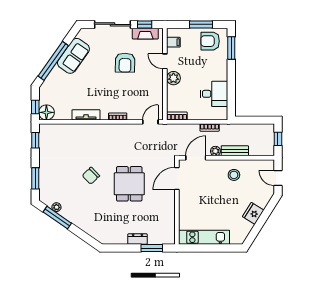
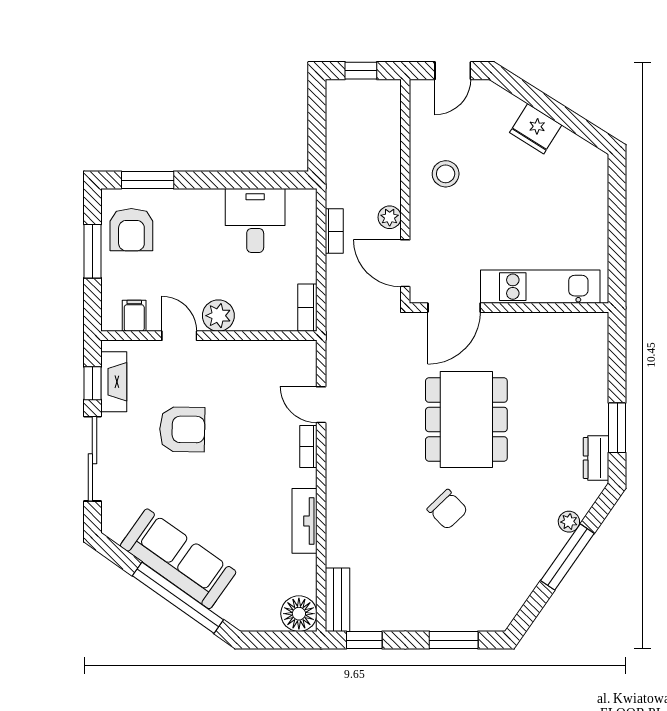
sofa: (73, 56) -> (178, 559), width x1.36
door: (165, 61) -> (179, 336), swing flipped
window: (35, 107) -> (286, 640), removed
door: (150, 122) -> (321, 405), moved
bench: (235, 151) -> (337, 600), moved
door: (177, 179) -> (454, 308), hinge flipped
dining table: (129, 184) -> (466, 420), width x1.38
plant: (56, 207) -> (569, 522), moved
window: (57, 218) -> (567, 557), moved
kitchen unit: (204, 237) -> (540, 287), moved, turned 90
dresser: (137, 239) -> (596, 458), moved
window: (152, 248) -> (617, 428), moved

